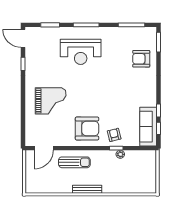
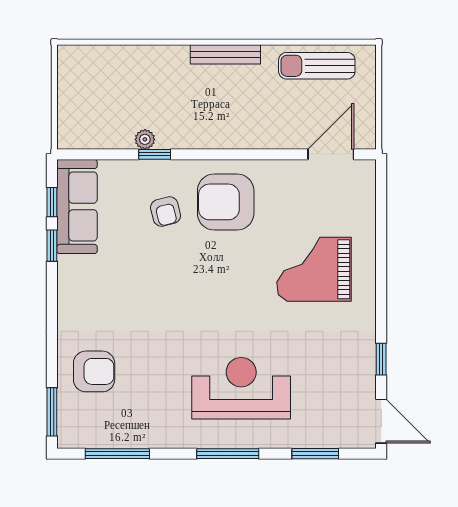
armchair: (114, 135) -> (166, 212), moved
sun lounger: (74, 162) -> (317, 66), moved

